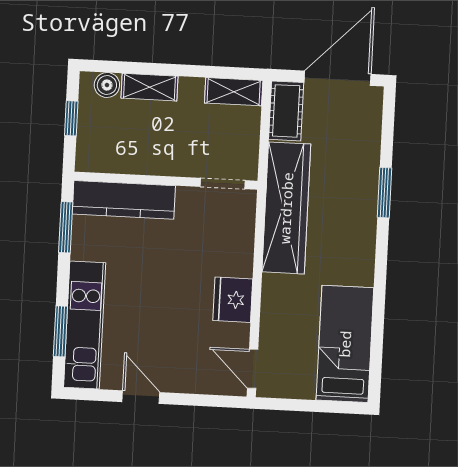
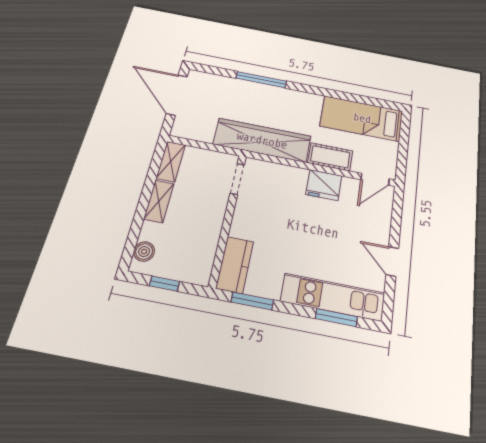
shelving: (150, 87) -> (159, 201), moved
cot: (286, 111) -> (330, 157), moved
window: (384, 193) -> (261, 80), width x1.44
kitchen counter: (124, 200) -> (235, 265), width x0.67
door: (141, 397) -> (392, 261), hinge flipped

